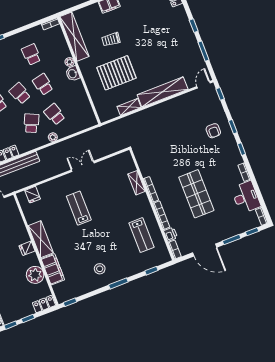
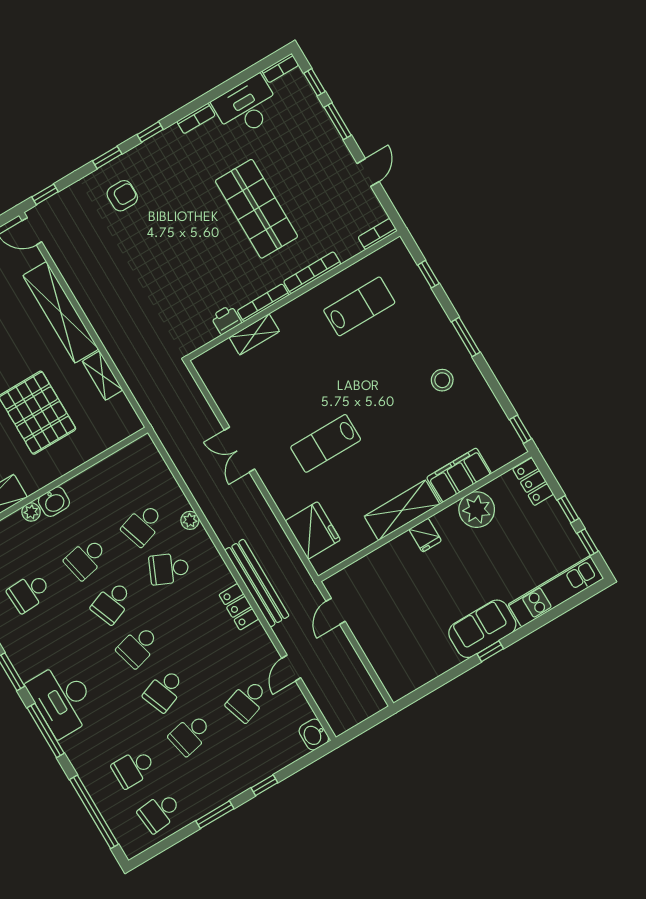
shop shelf: (196, 194) -> (256, 209), turned 90
fridge: (33, 195) -> (313, 530), width x1.88, depth x1.34
printer: (171, 234) -> (226, 320), moved
door: (205, 250) -> (368, 173), width x0.53

